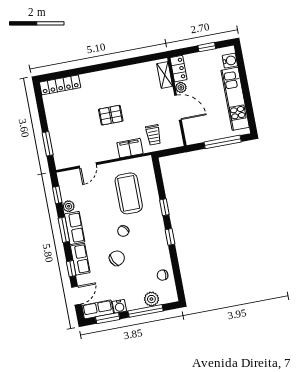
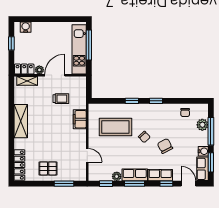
shelving: (114, 77) -> (21, 121), added
kitchen unit: (235, 99) -> (79, 49), moved, turned 90
pallet: (111, 115) -> (48, 168), moved, turned 90
trolley: (153, 135) -> (61, 99), moved

